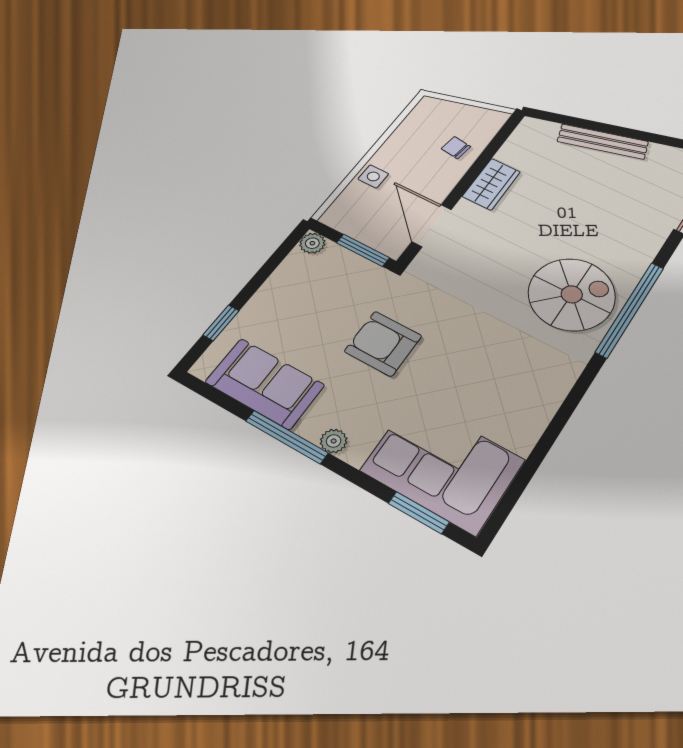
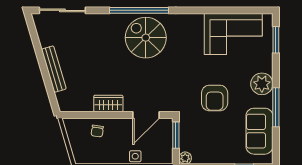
plant: (334, 441) -> (262, 84), width x1.88, depth x1.88
corner sofa: (443, 465) -> (233, 34), moved, turned -90

